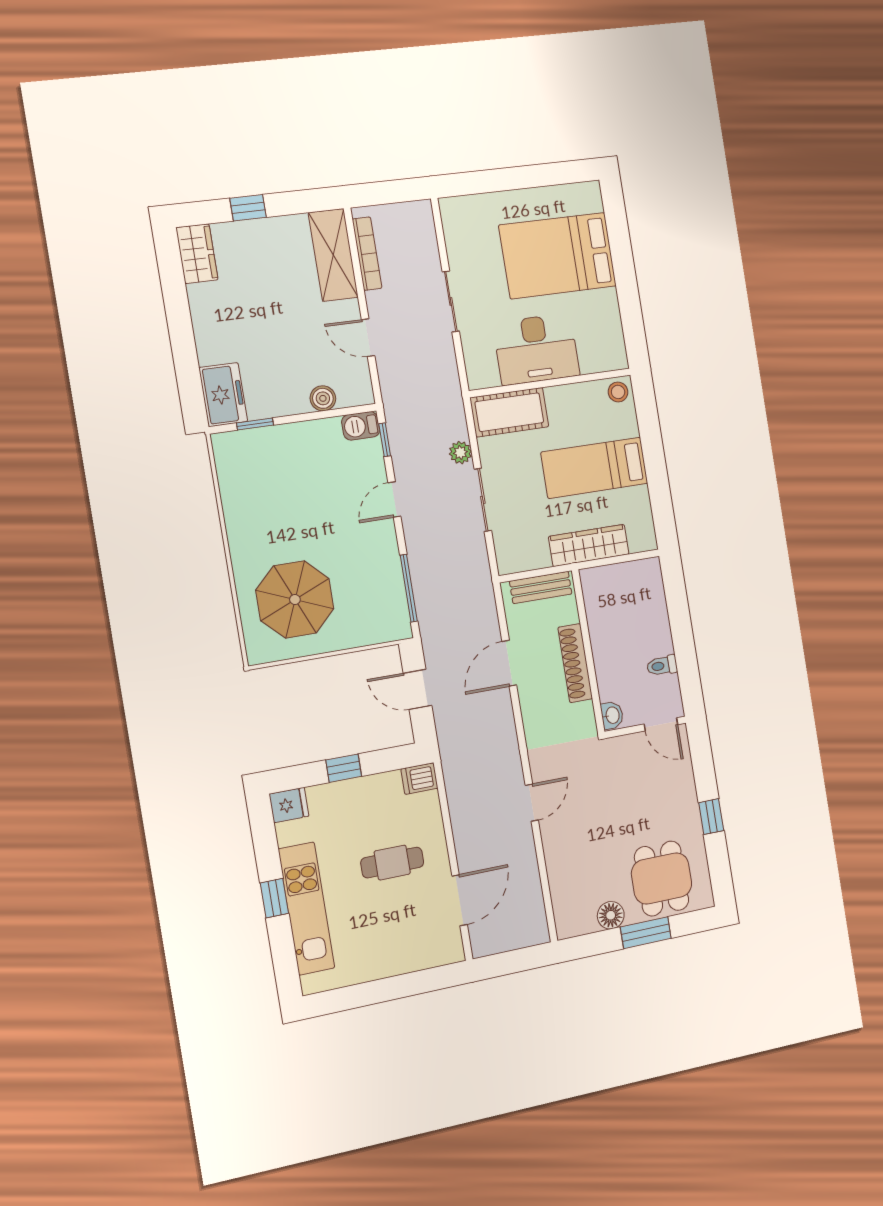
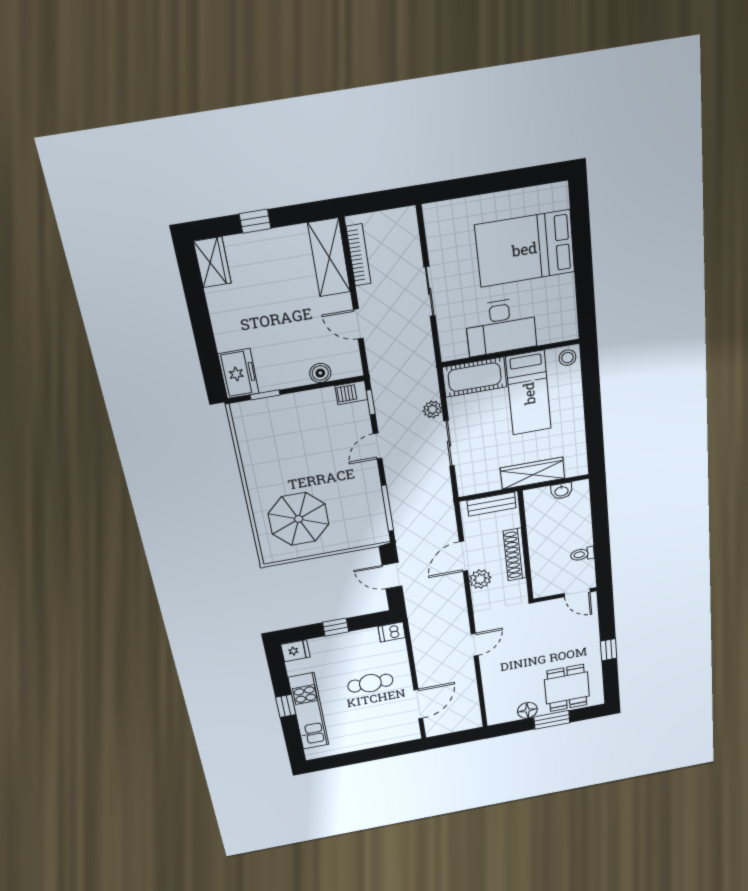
bed: (594, 468) -> (529, 393), moved, turned -90
plant: (533, 699) -> (480, 579), added
washbasin: (612, 715) -> (561, 491), moved, turned 90

